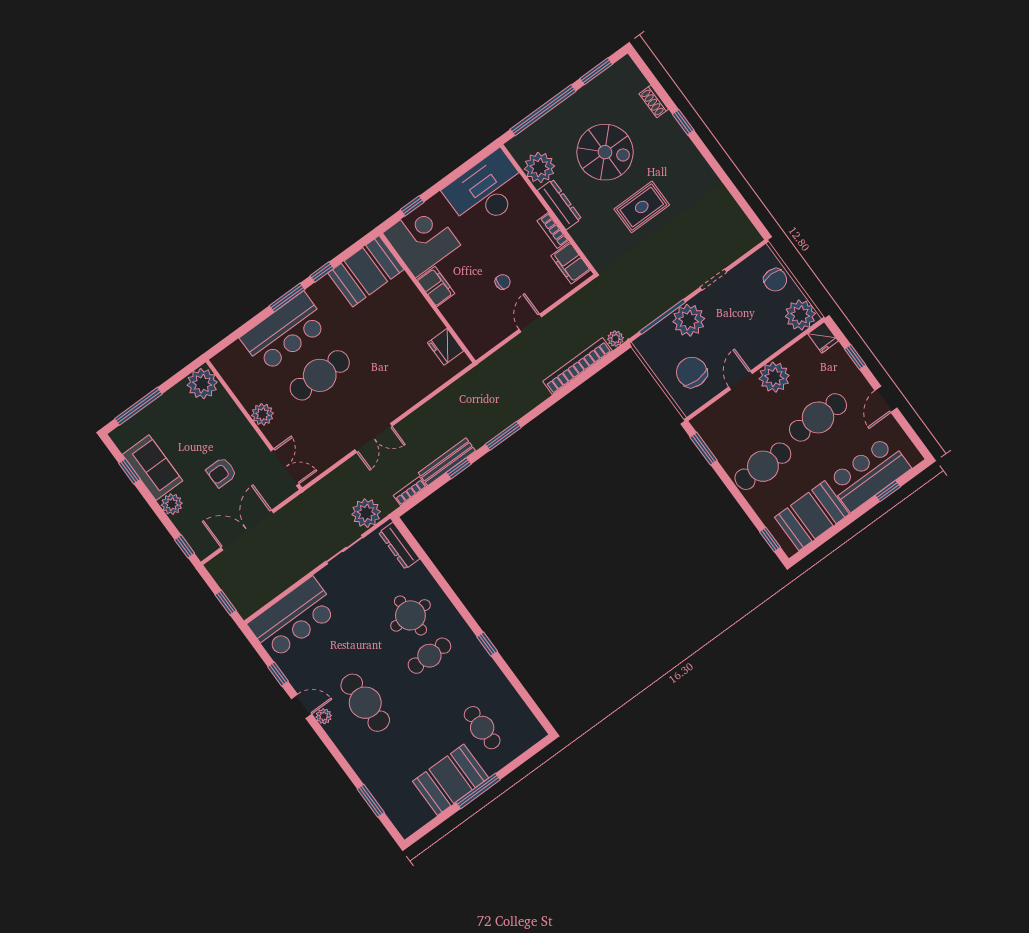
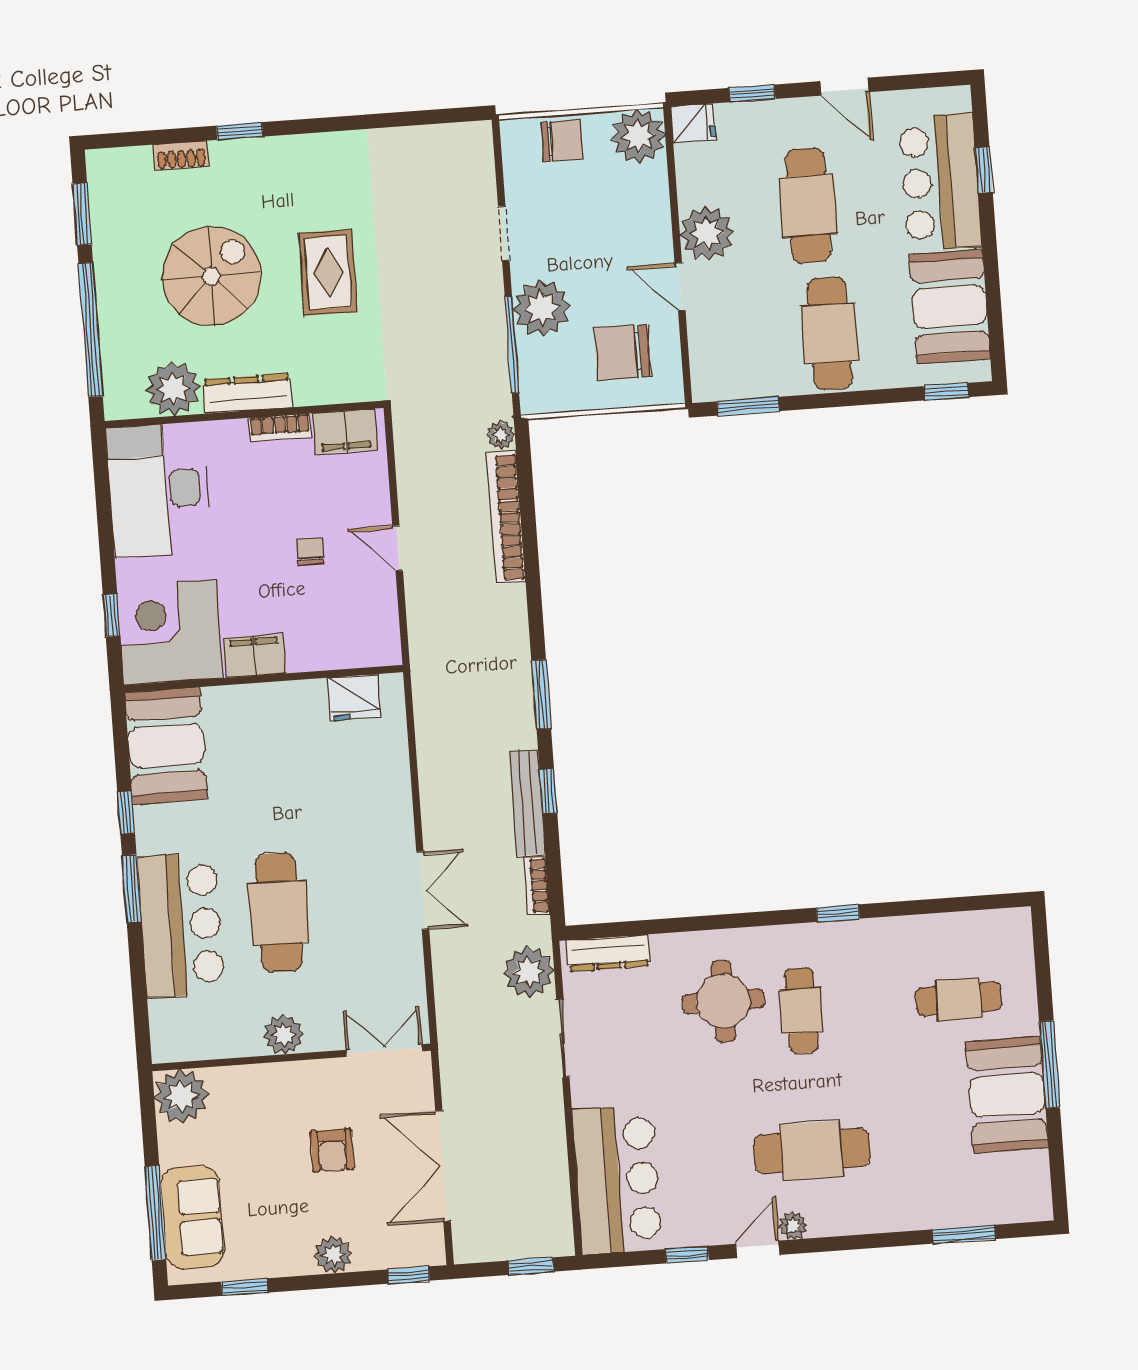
sofa: (152, 468) -> (192, 1217), moved, turned 90

